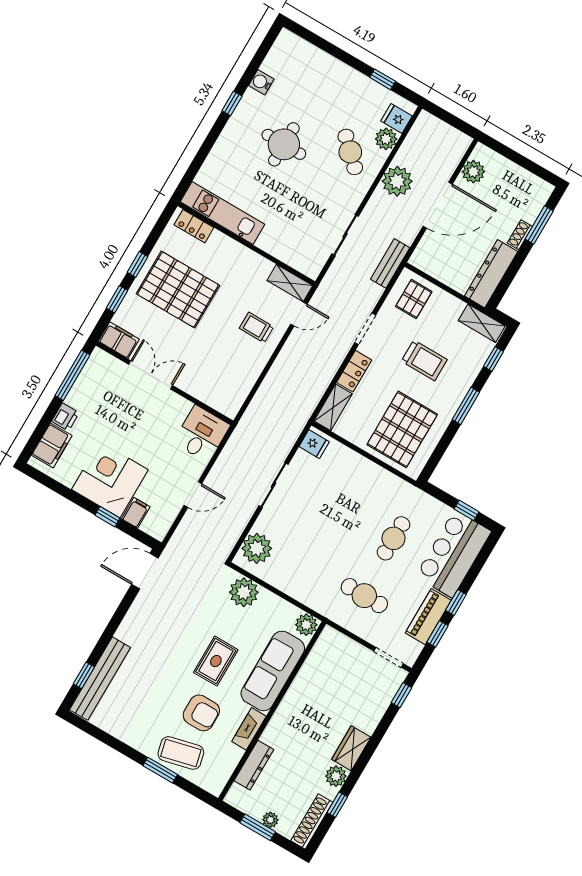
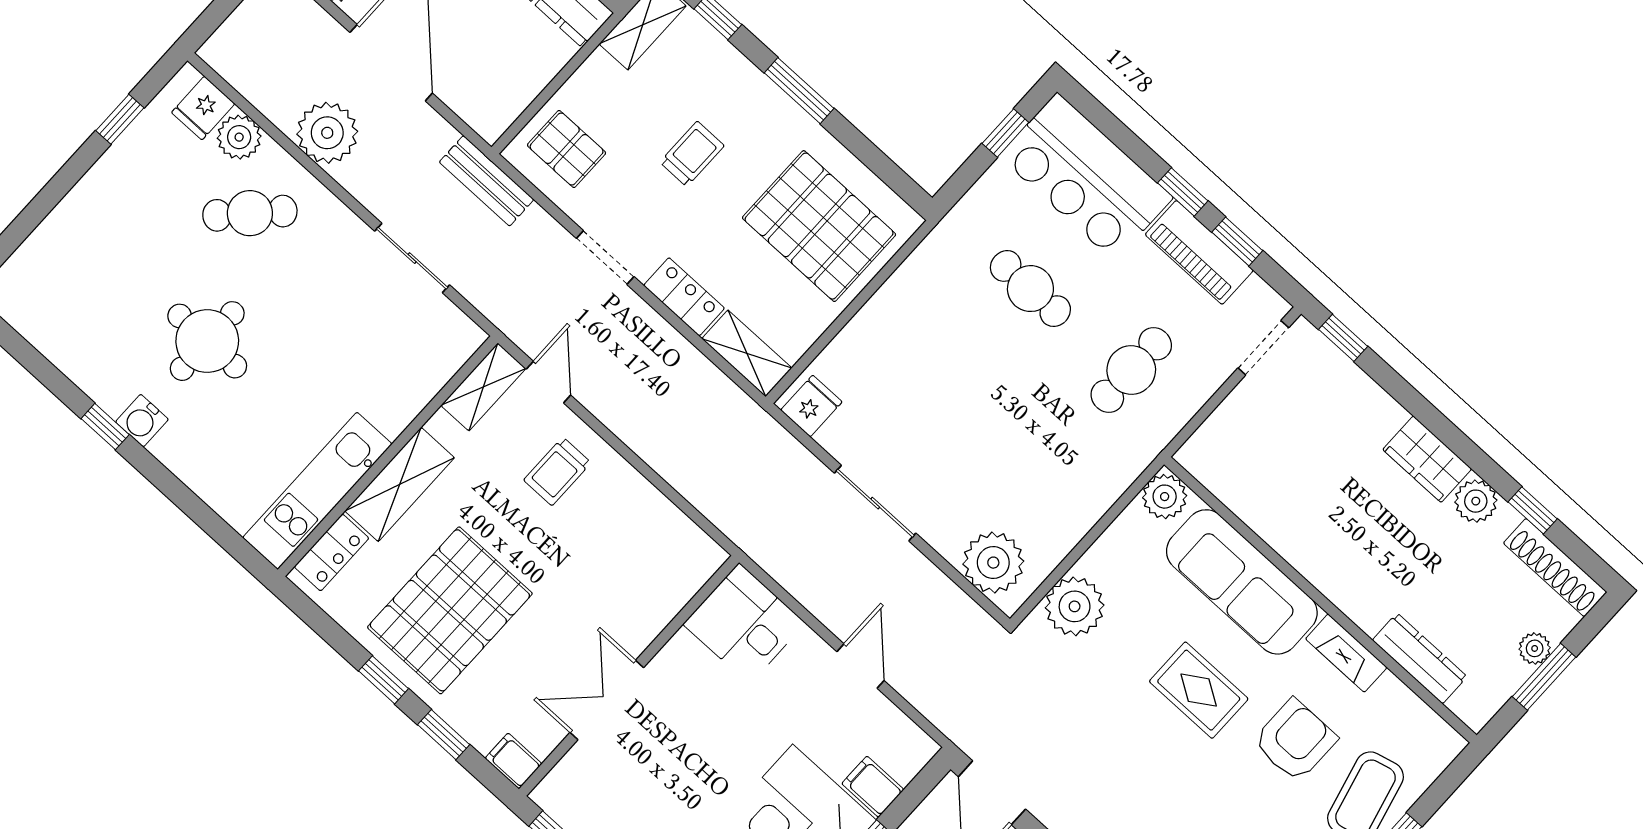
water cooler: (261, 82) -> (142, 421), moved
shelving: (234, 252) -> (400, 484), added
filing cabinet: (119, 340) -> (513, 761), width x0.50
trolley: (424, 360) -> (692, 154), width x0.73, depth x0.72

